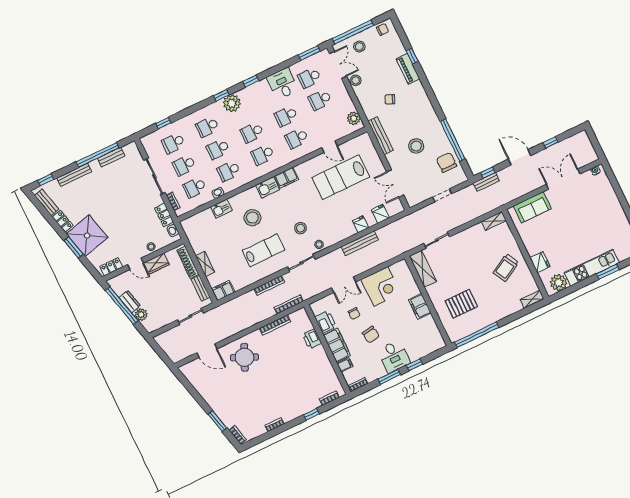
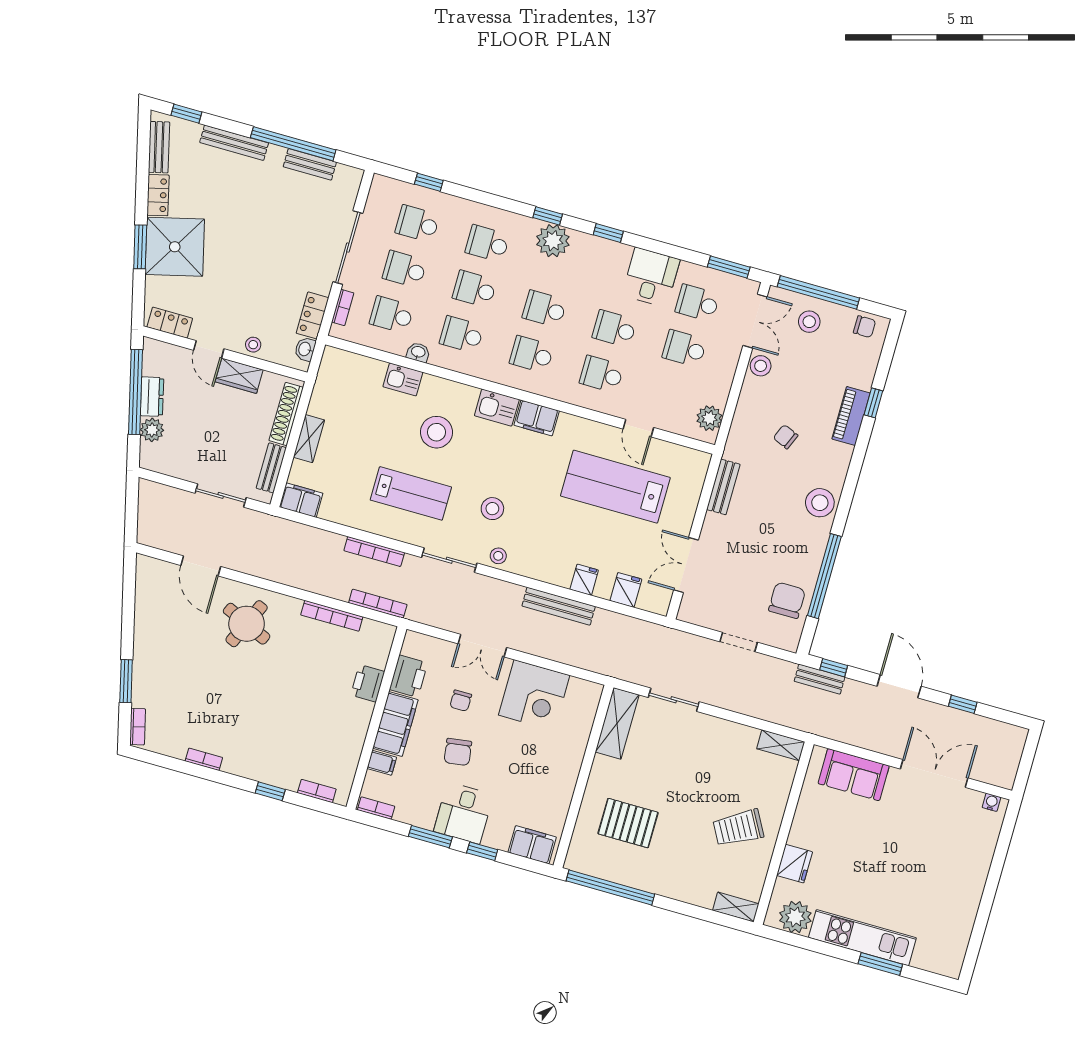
bench: (381, 136) -> (723, 487), width x0.73
stool: (416, 146) -> (820, 503), moved
filing cabinet: (420, 306) -> (532, 845), moved, turned 90

